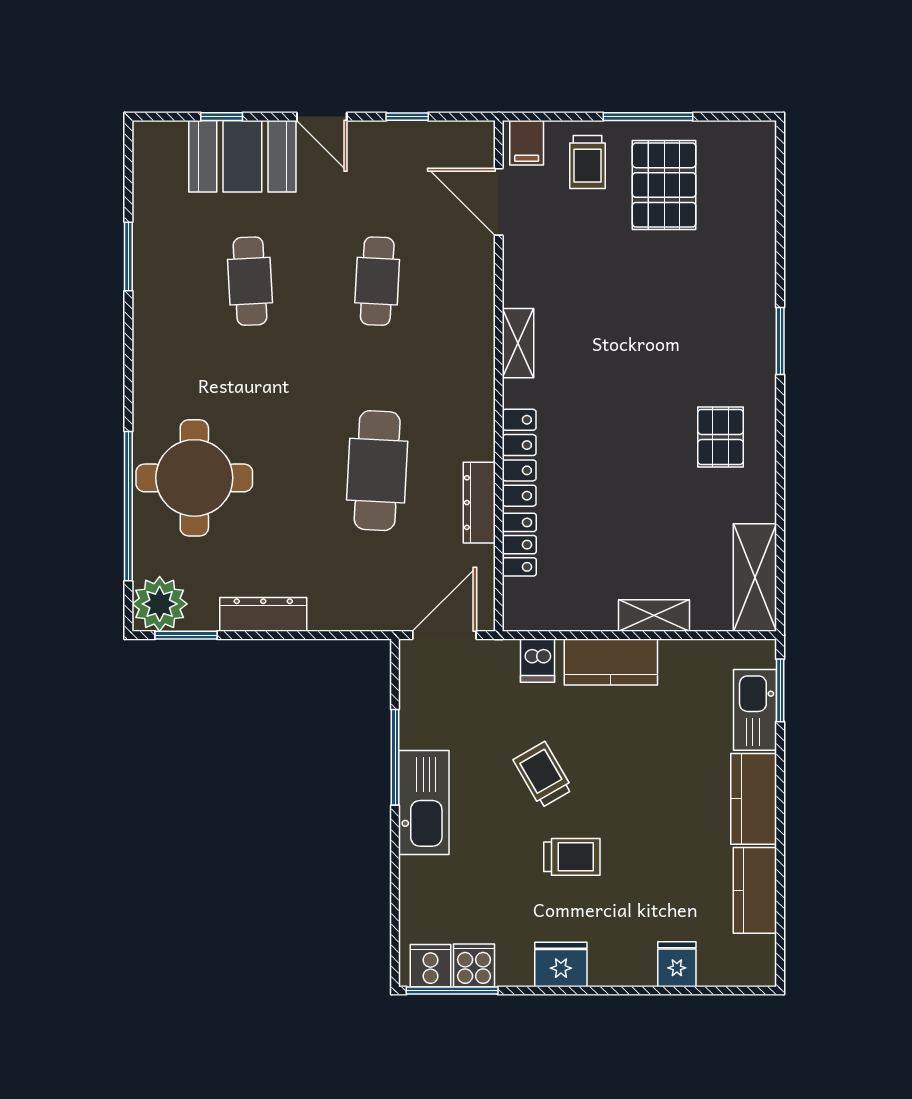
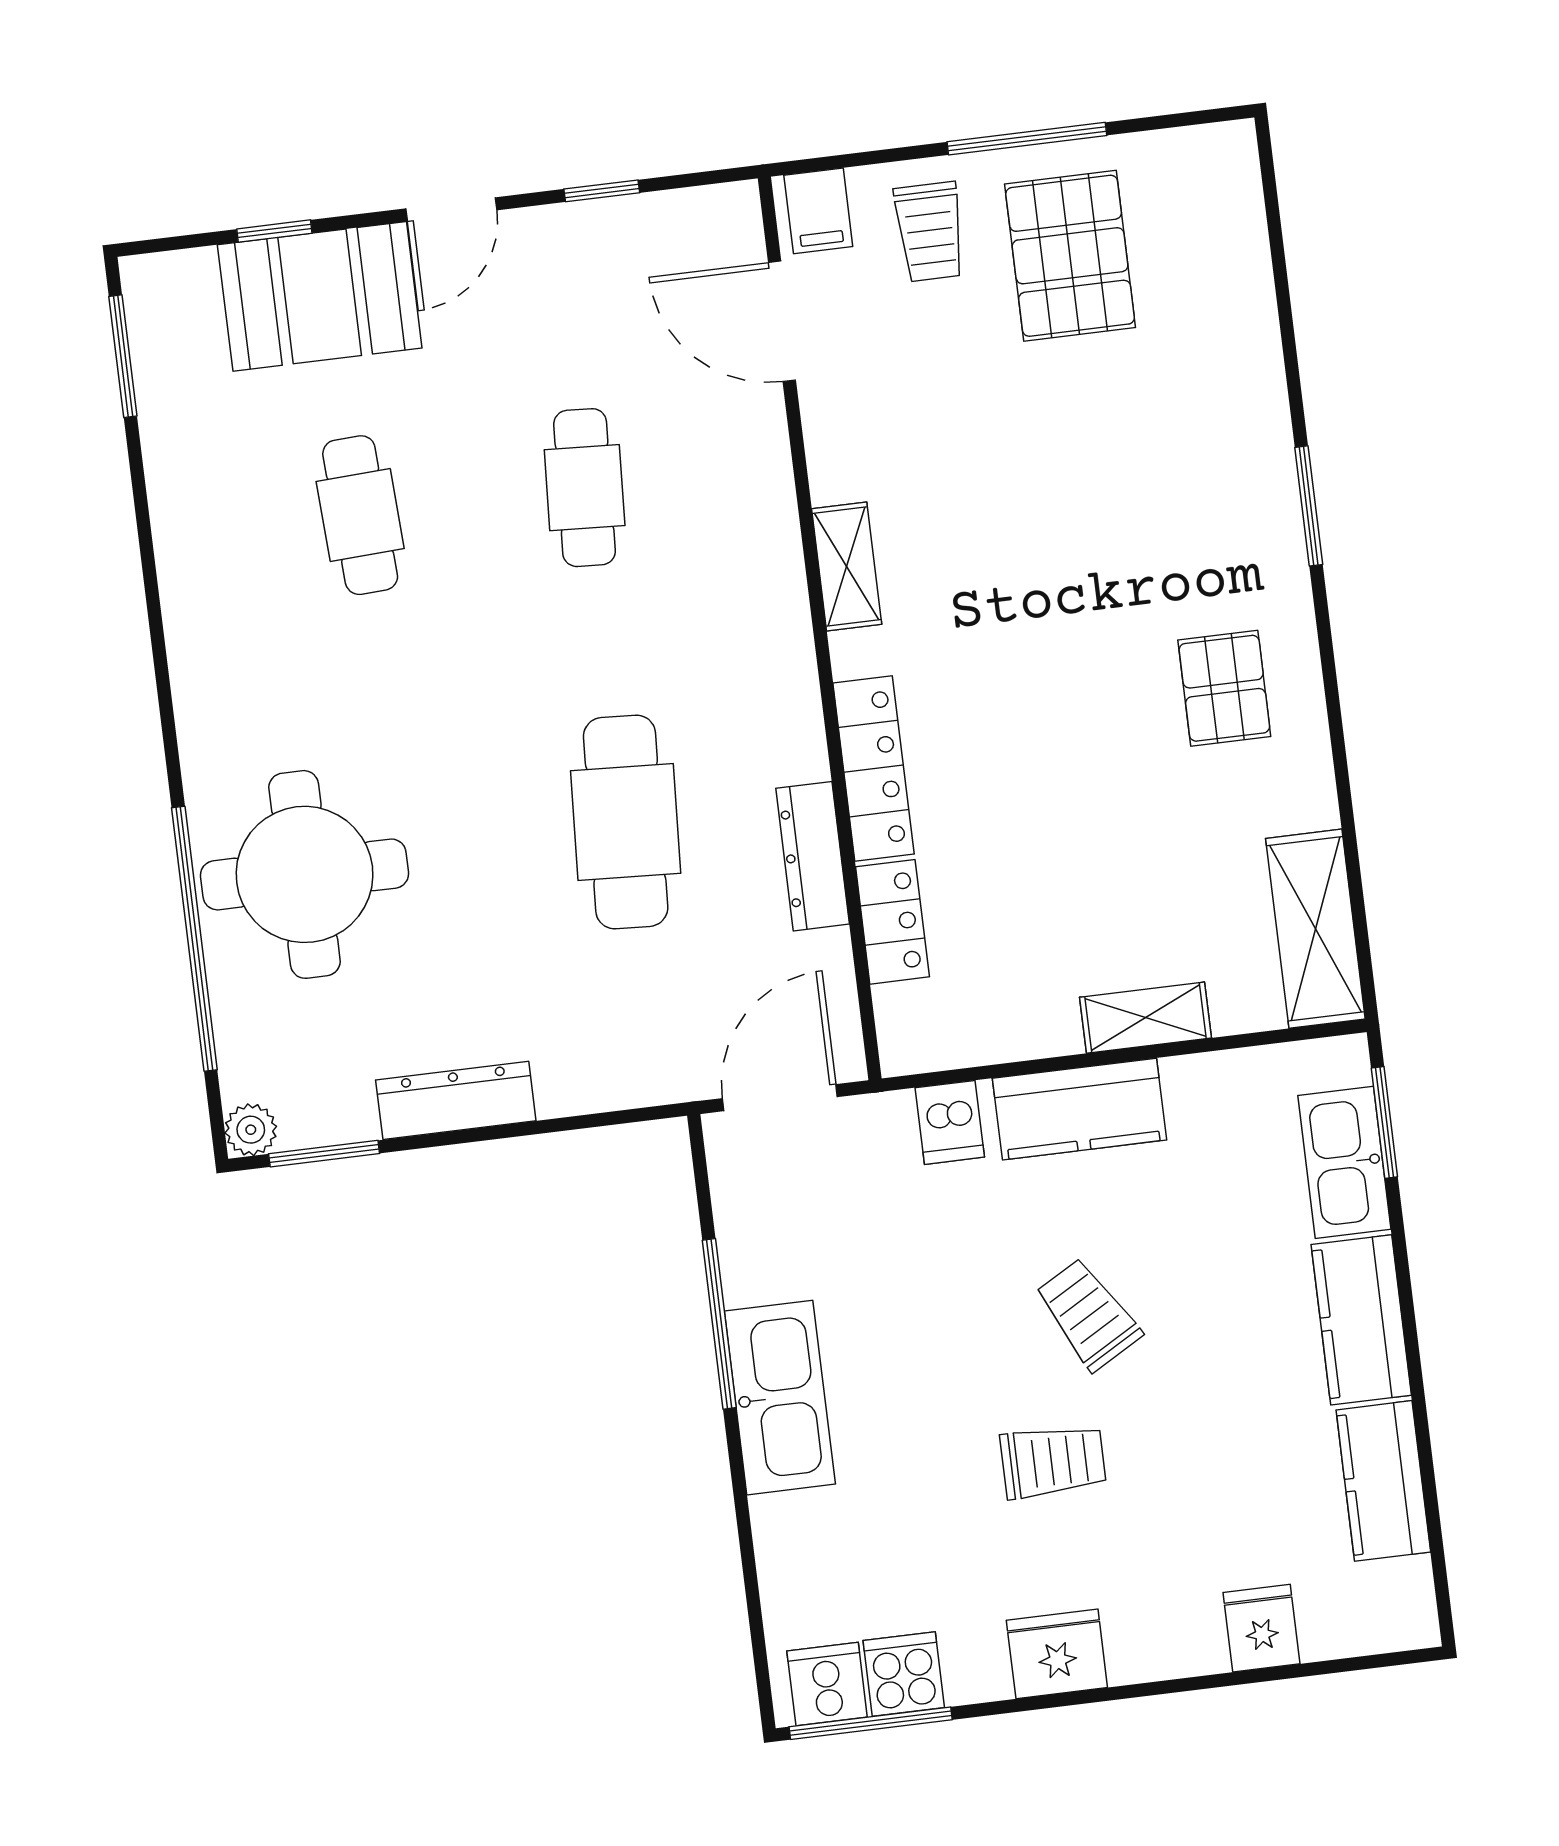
door: (322, 117) -> (451, 209), hinge flipped
window: (128, 257) -> (123, 356), moved
plant: (160, 604) -> (251, 1130), width x0.53, depth x0.53
trolley: (543, 775) -> (1088, 1314), moved

